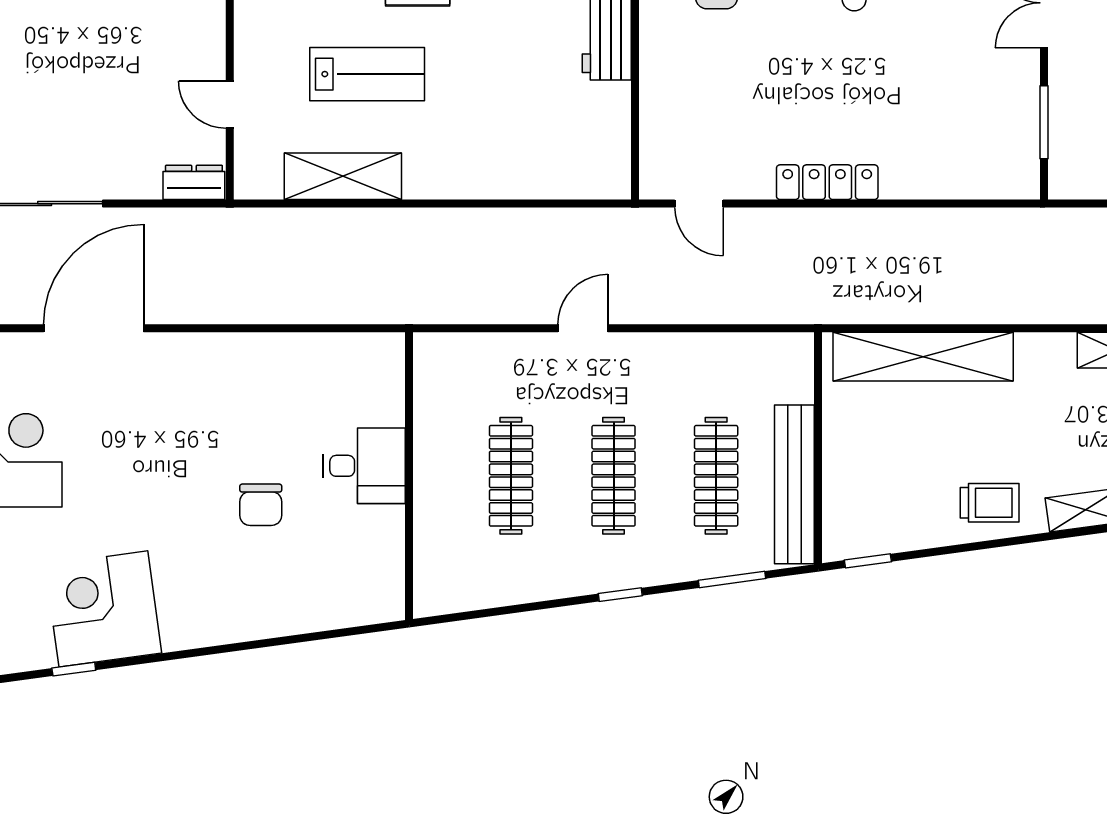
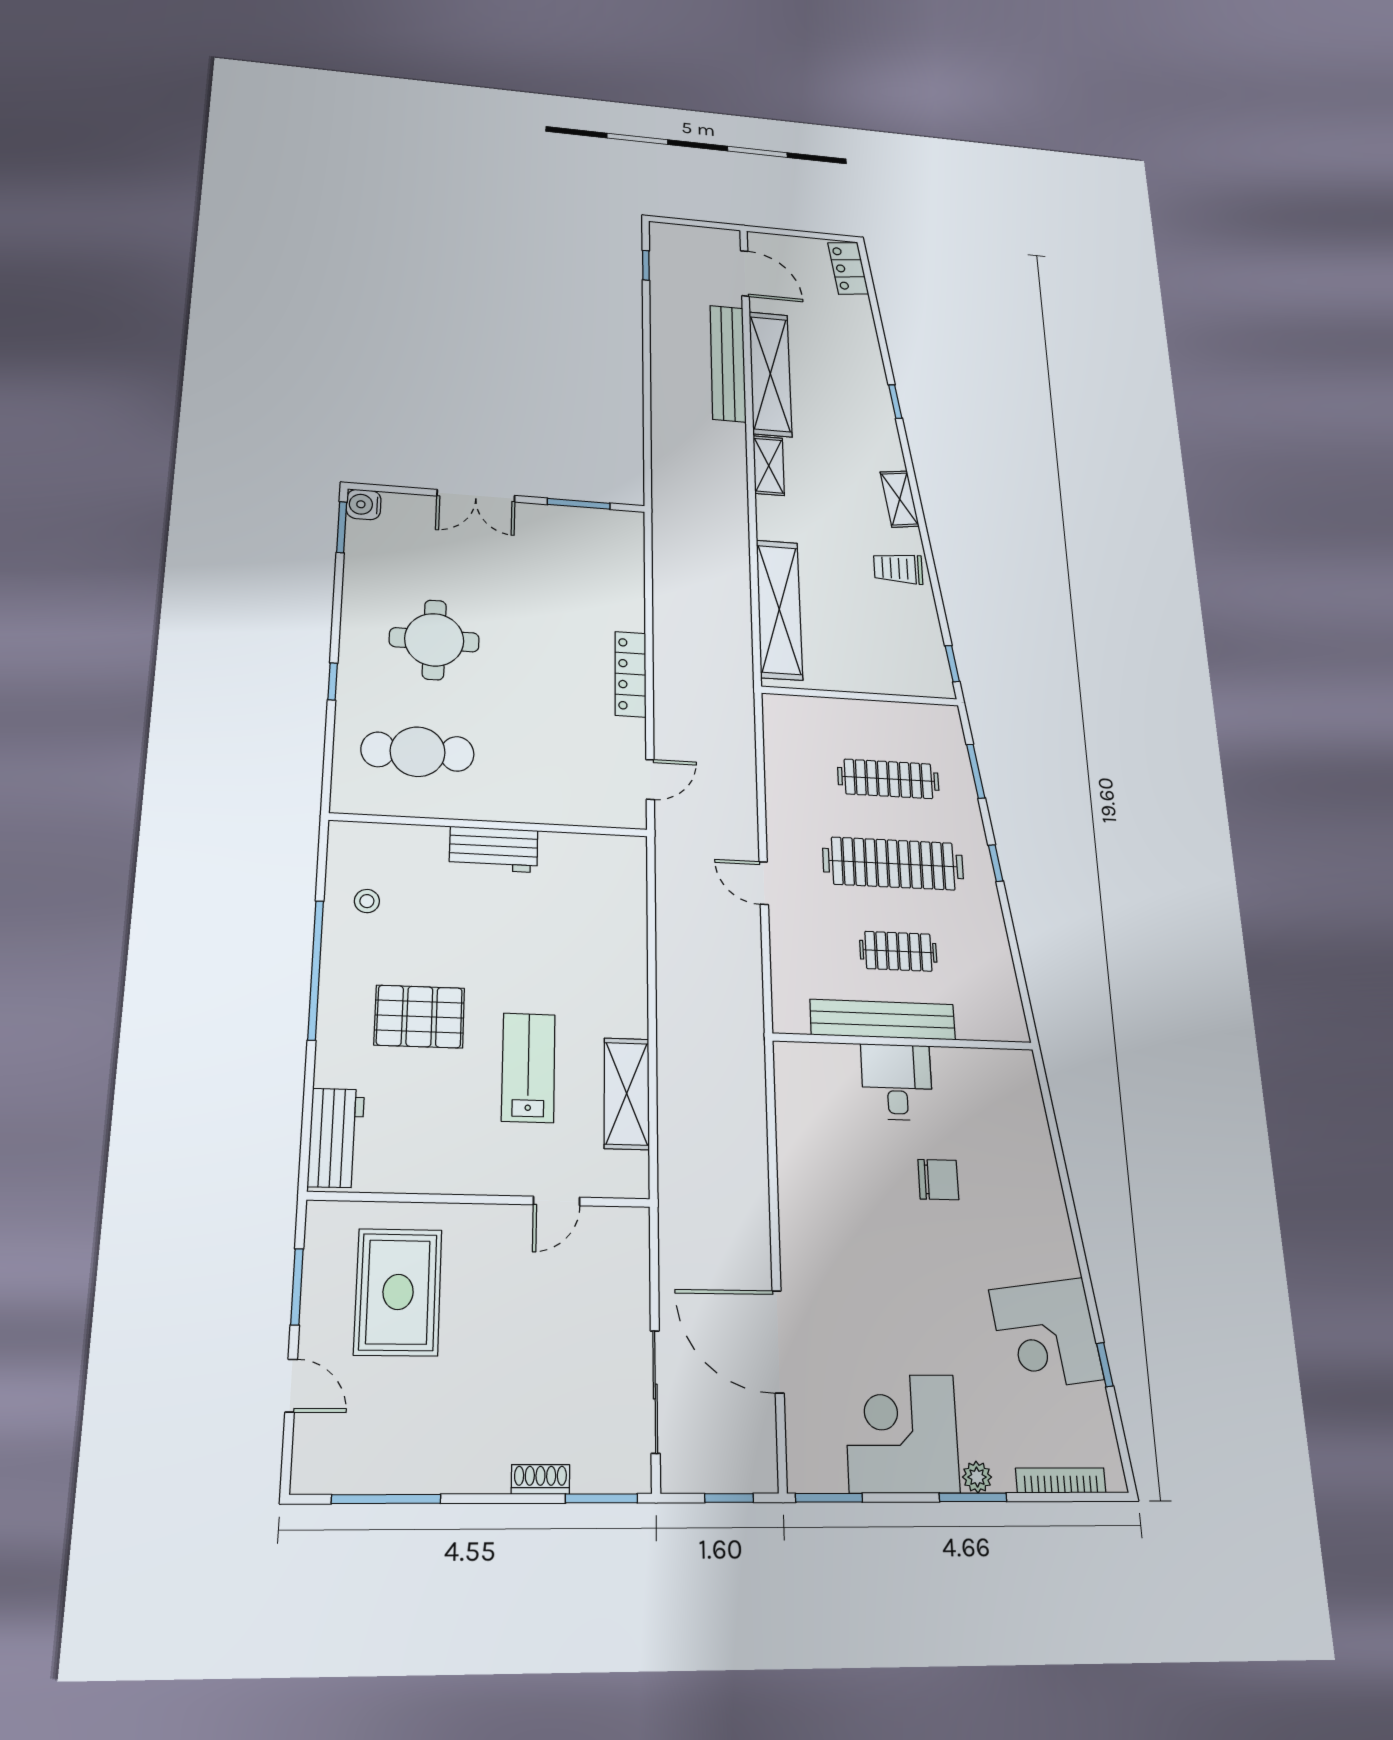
dresser: (194, 182) -> (633, 1238), removed
clothes rail: (511, 476) -> (898, 951), width x0.73
clothes rail: (614, 476) -> (893, 864), width x1.37, depth x1.31
bench: (794, 484) -> (883, 1020), moved
trolley: (990, 503) -> (898, 568), turned -90

